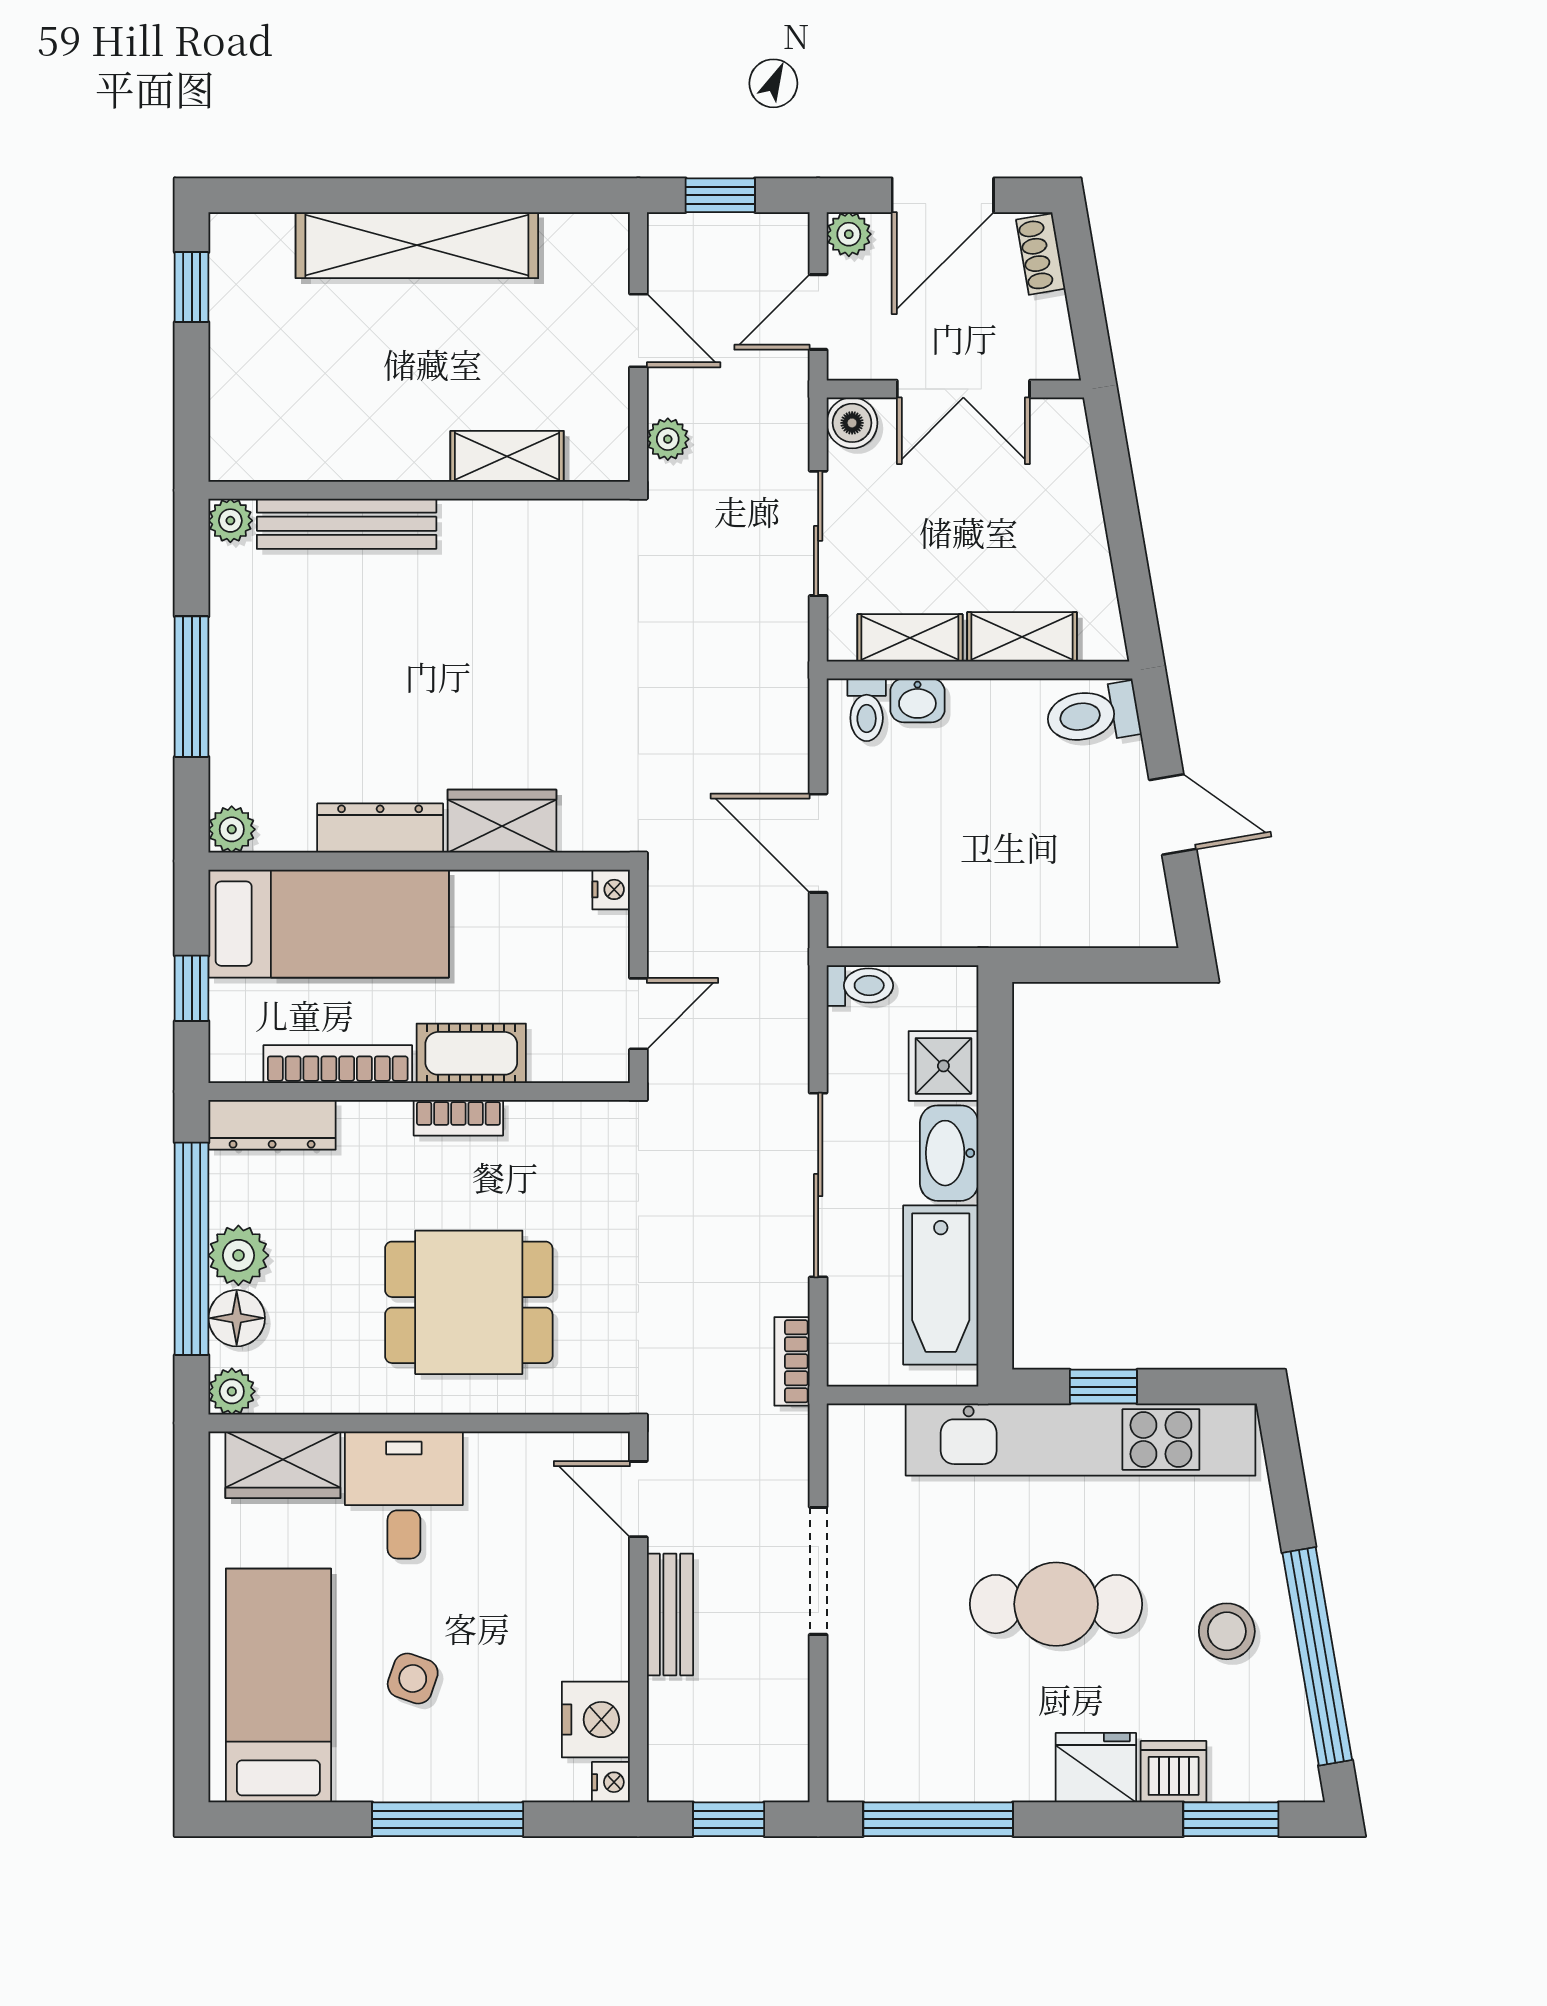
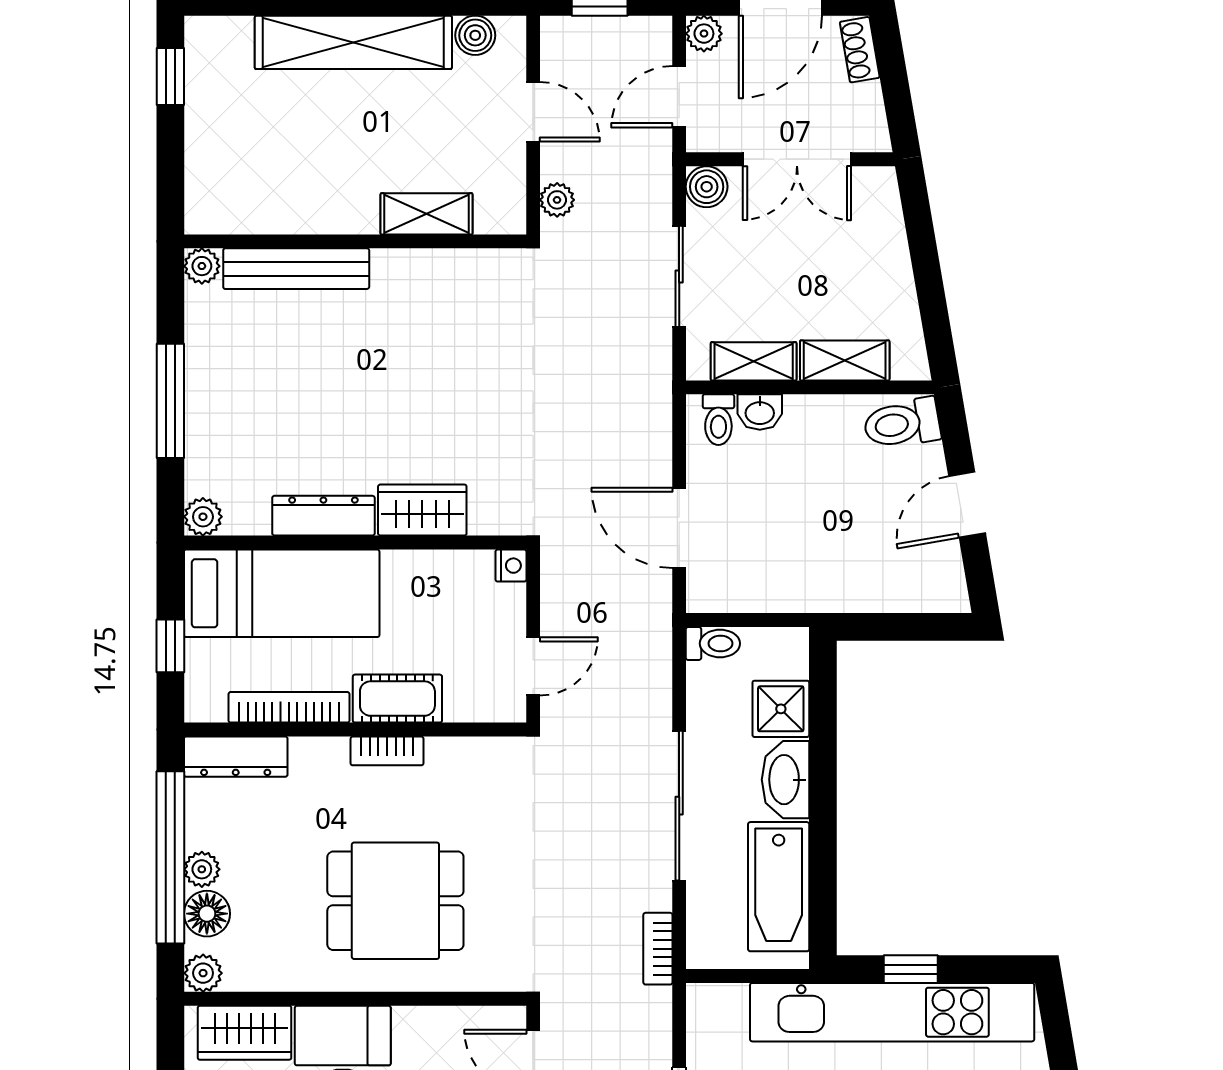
boiler: (567, 236) -> (475, 35), added
door: (1173, 815) -> (967, 505), swing flipped
plant: (238, 1255) -> (202, 869), width x0.73, depth x0.73

